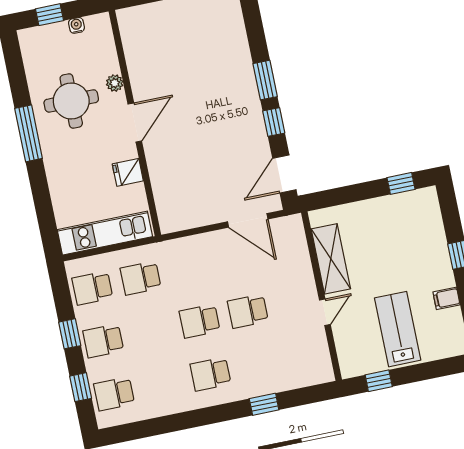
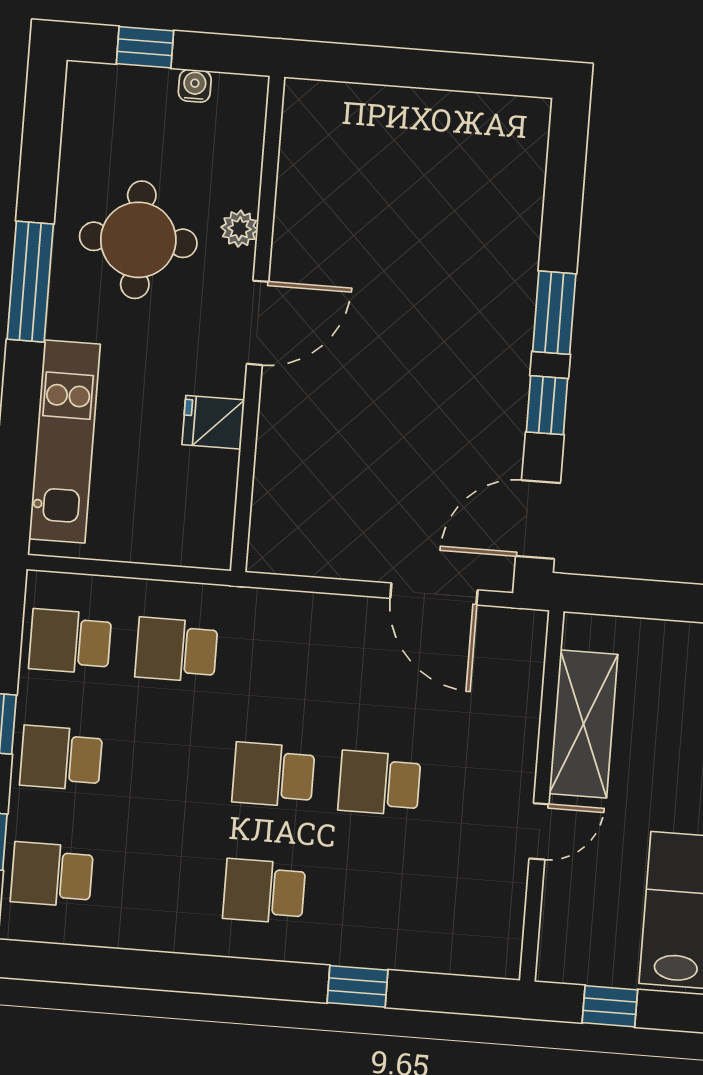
kitchen unit: (105, 233) -> (65, 441), moved, turned 90

